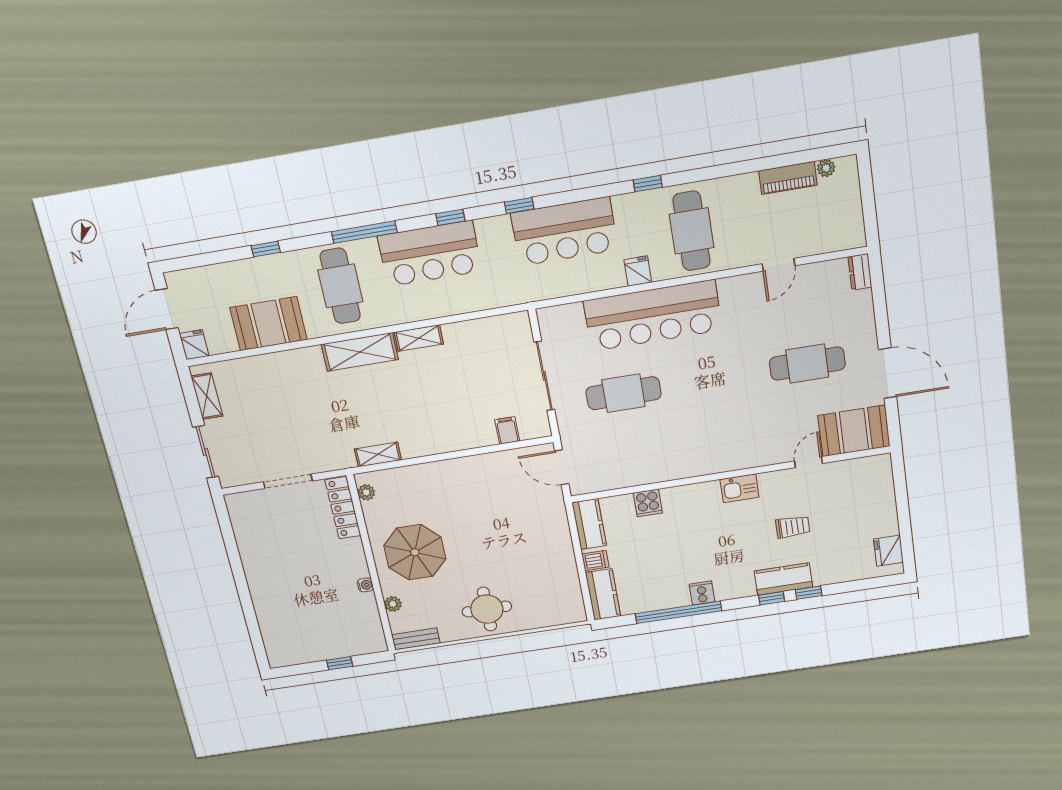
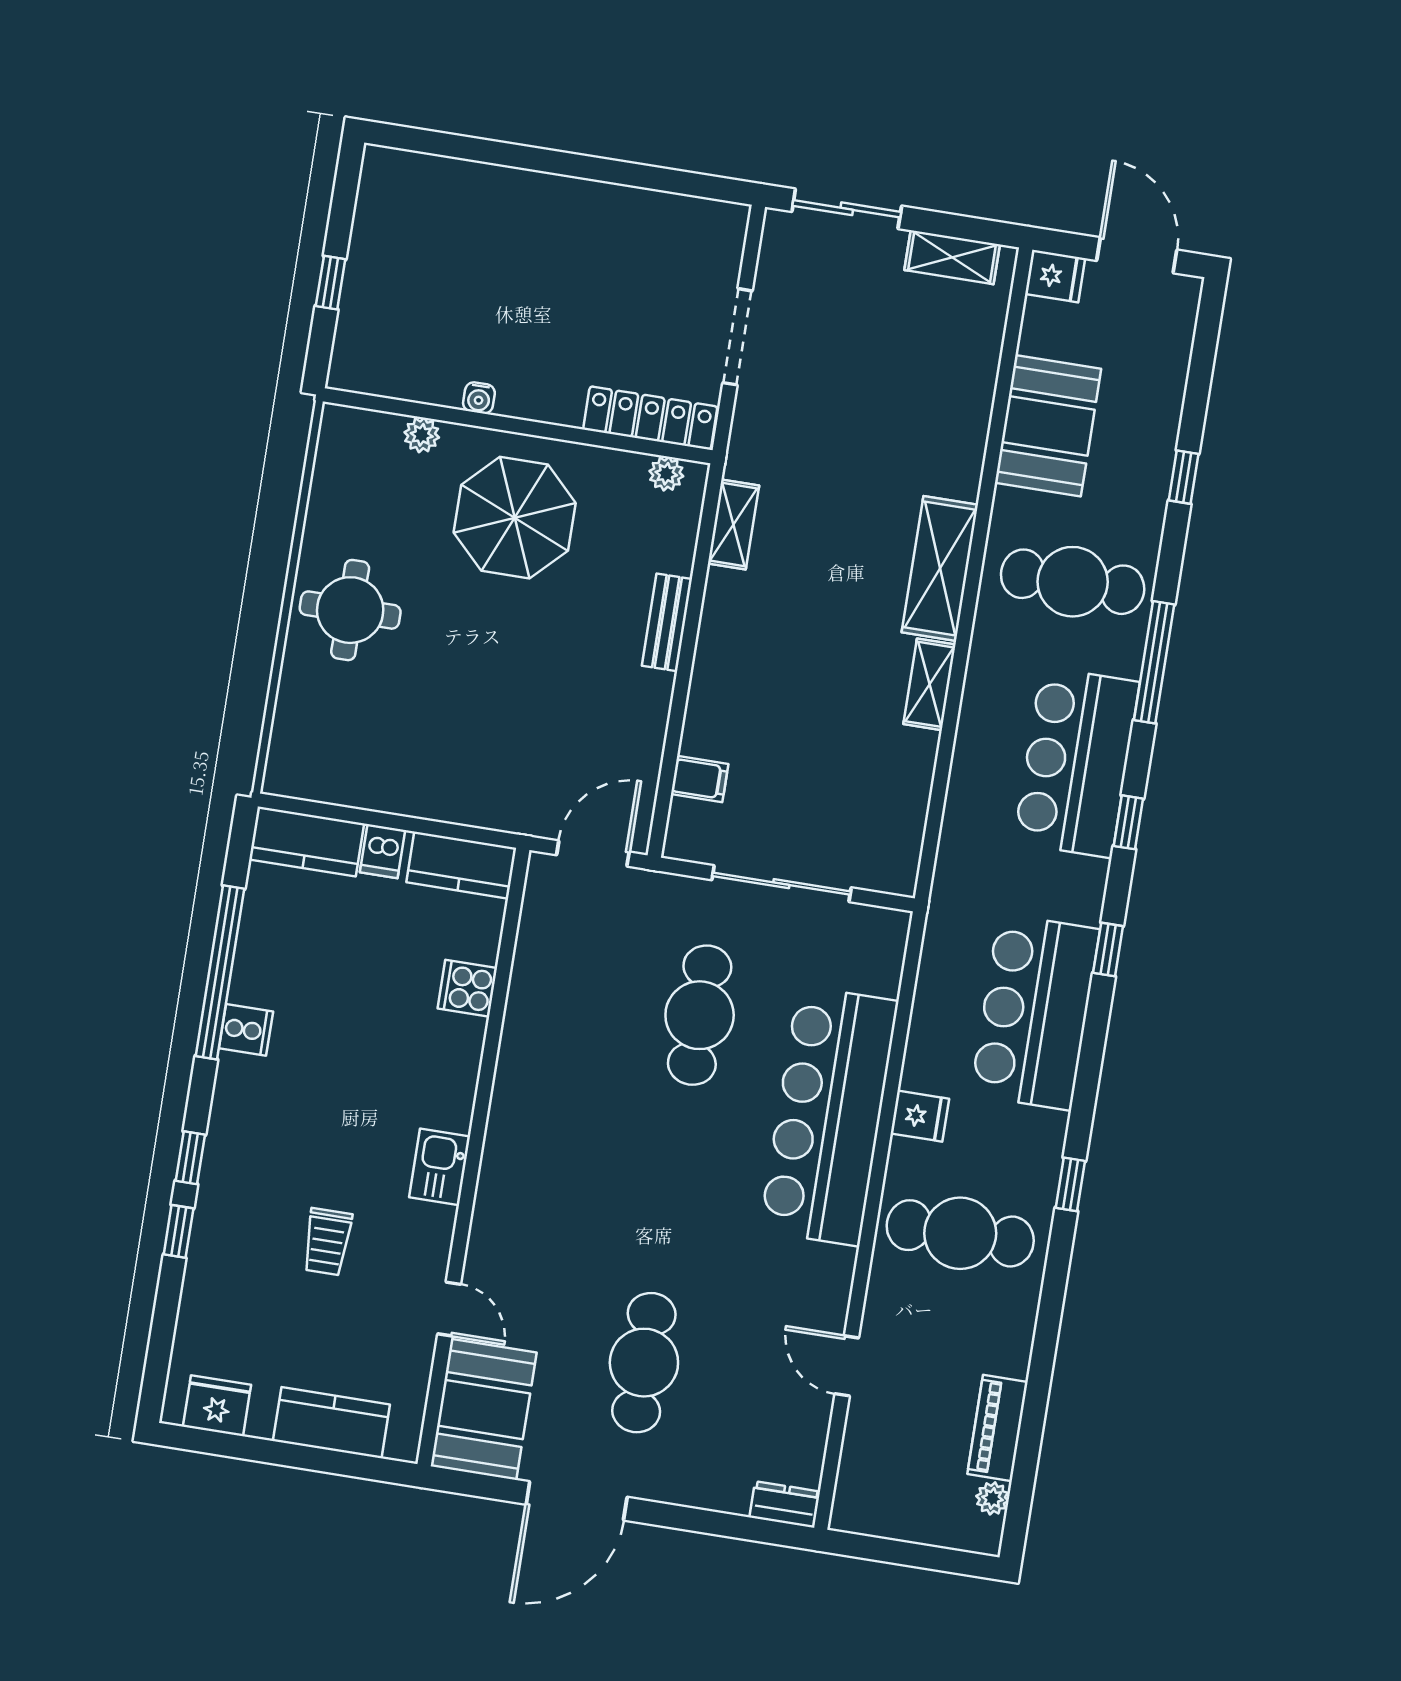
kitchen counter: (783, 579) -> (331, 1423), moved, turned -90
bench: (416, 639) -> (667, 622), moved

